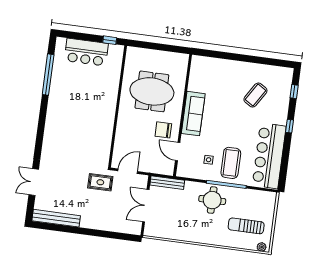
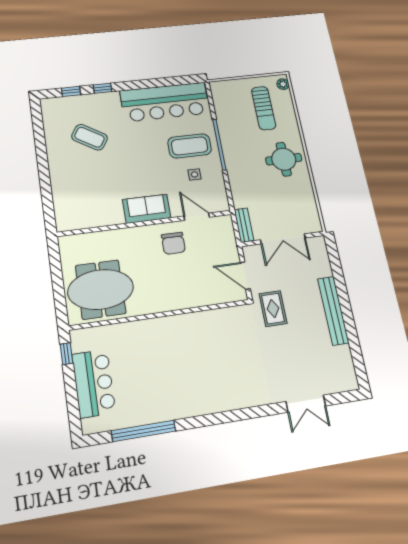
meeting table: (152, 91) -> (101, 289), moved, turned 90
sofa: (193, 114) -> (147, 209), width x0.73
window: (289, 126) -> (103, 88), moved
door: (178, 152) -> (197, 217), swing flipped
bench: (167, 183) -> (244, 225), width x0.73
round table: (212, 200) -> (284, 159), moved
bench: (56, 218) -> (333, 311), moved

